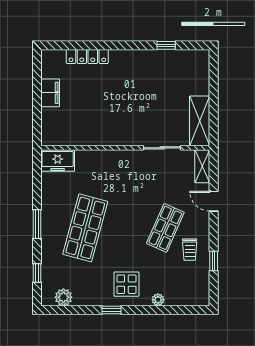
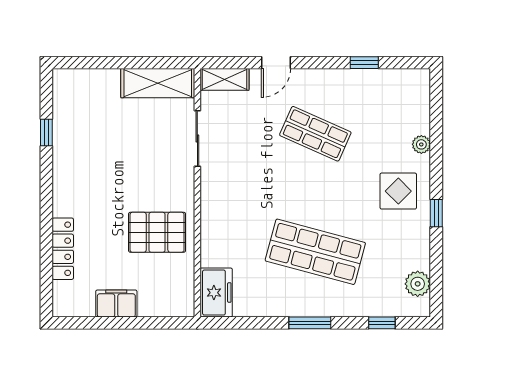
pallet: (98, 120) -> (157, 232), added
trolley: (190, 250) -> (347, 98), removed

